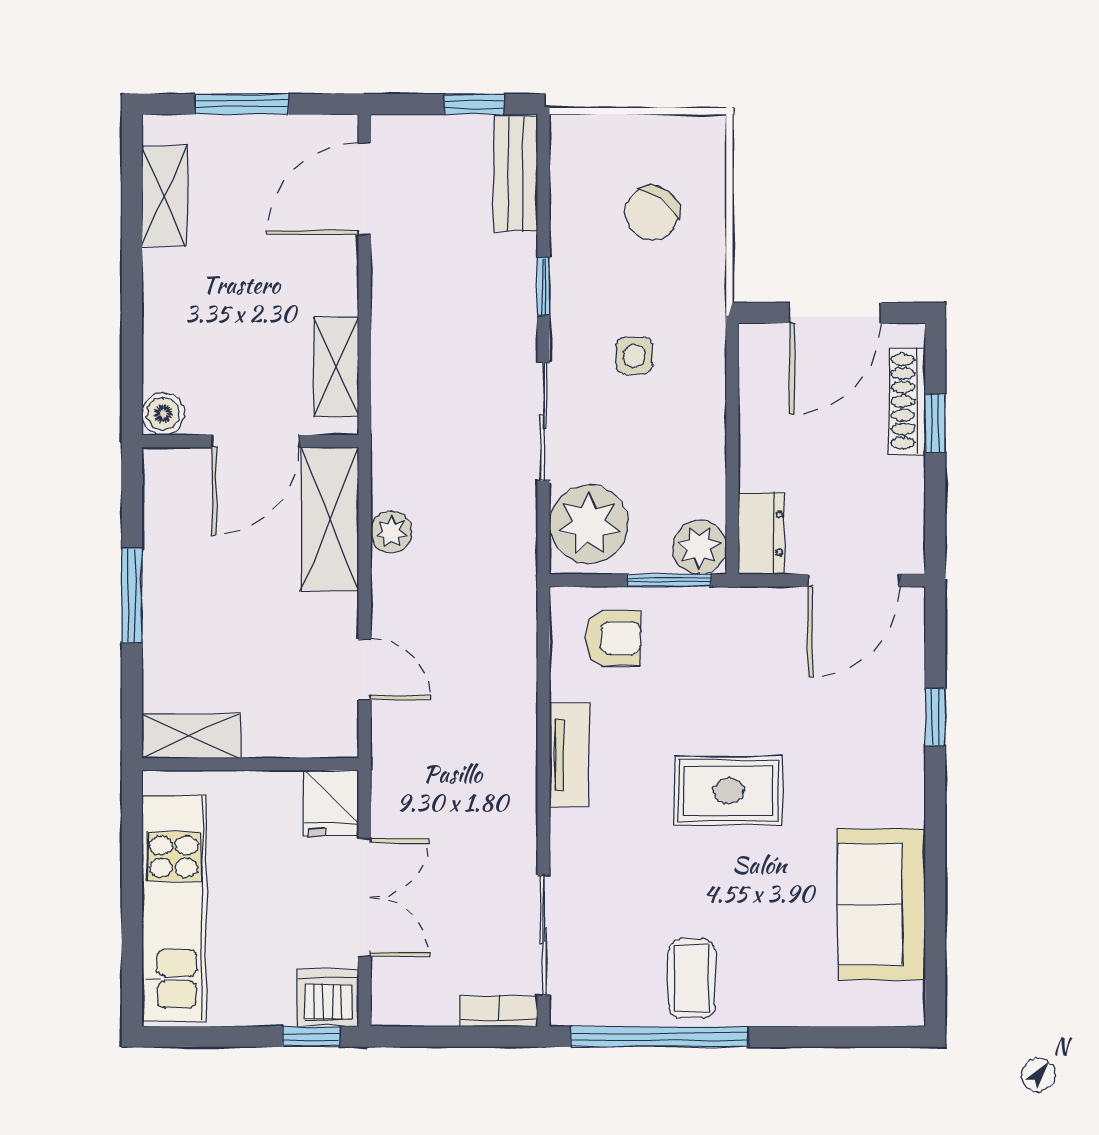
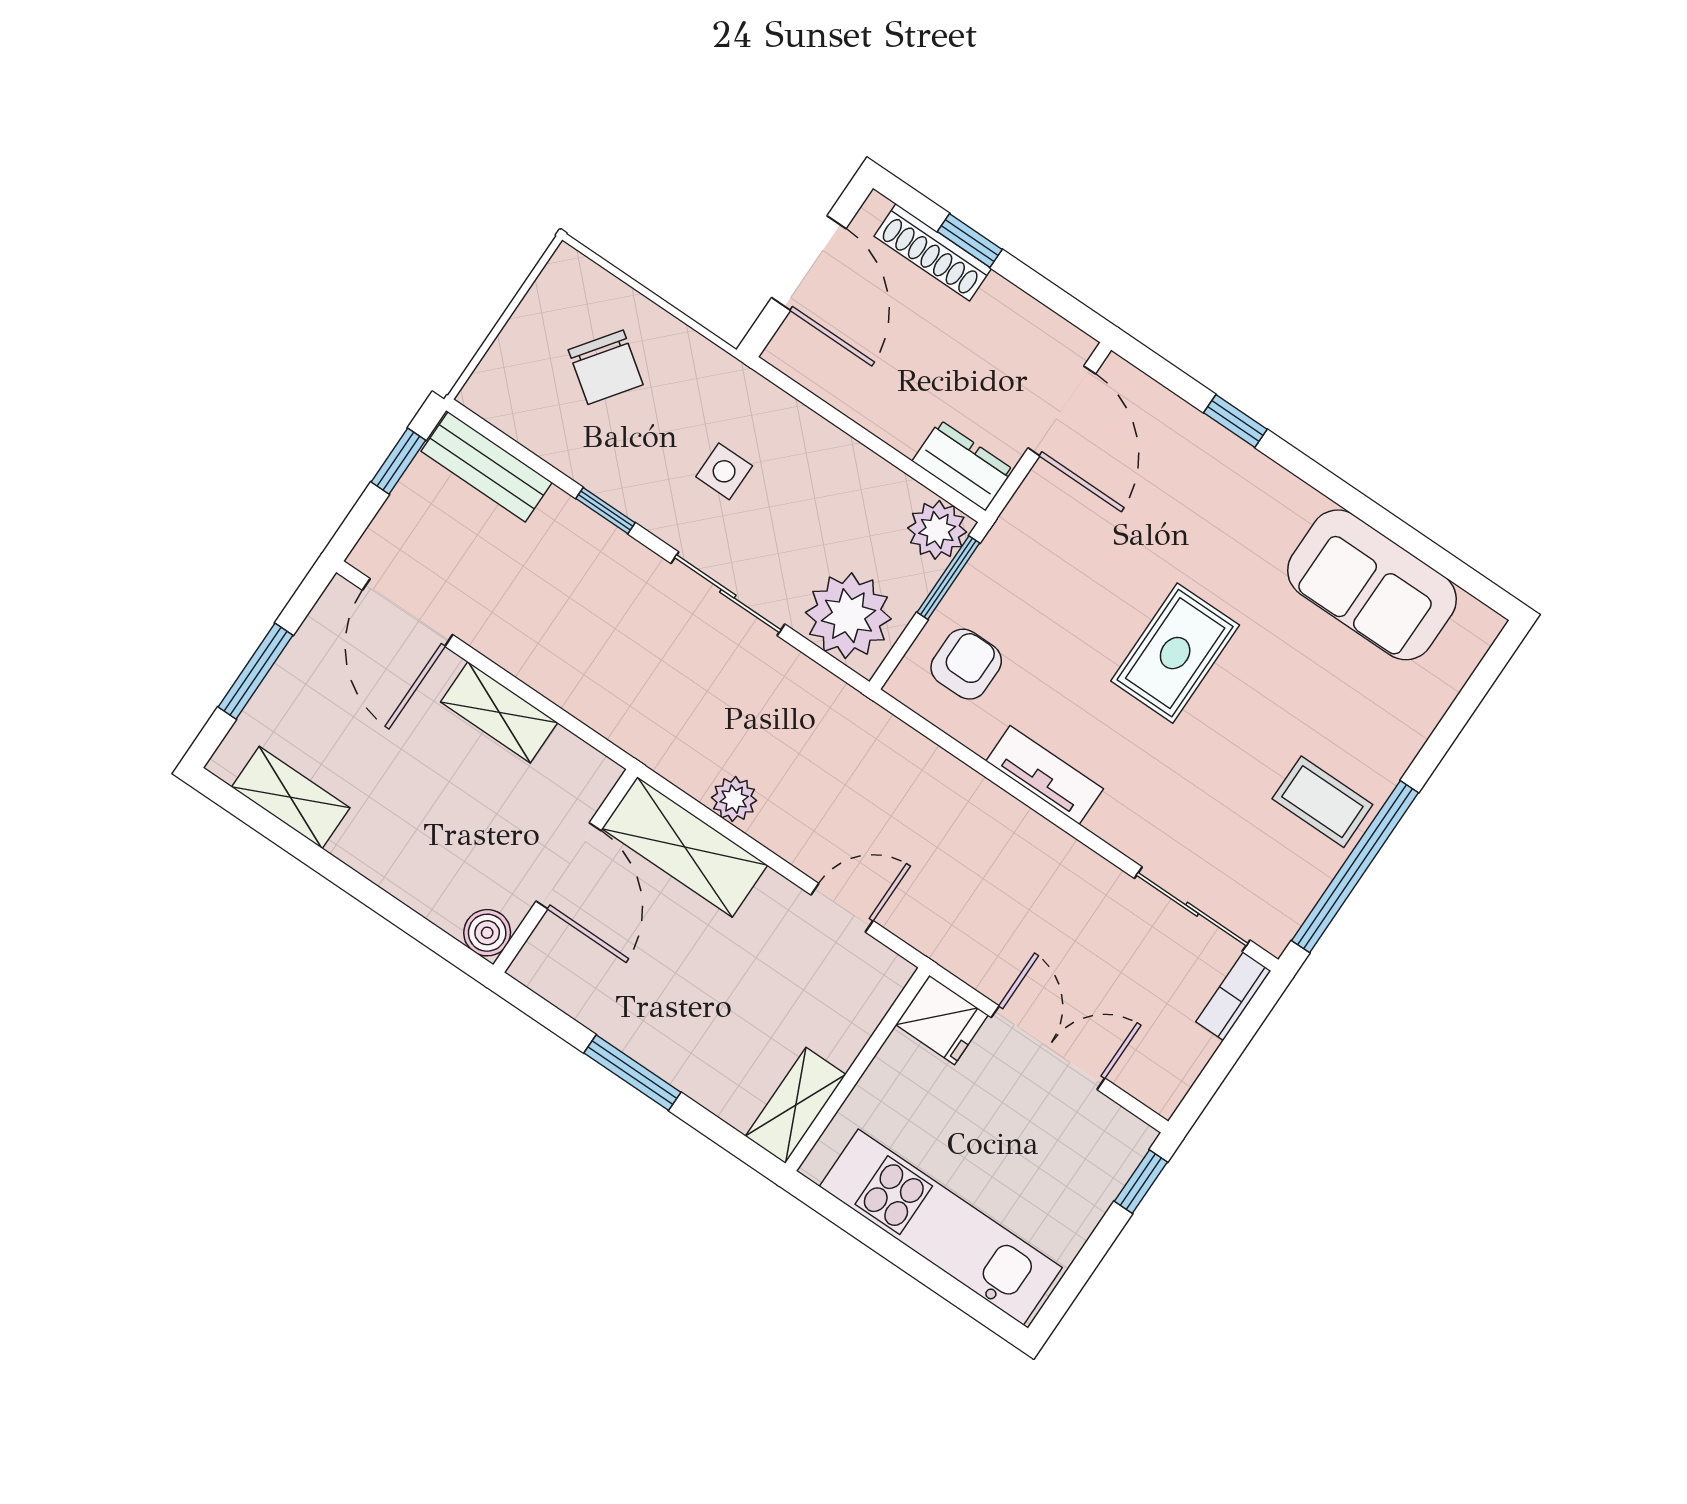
shelving: (336, 367) -> (499, 712), moved
dishwasher: (328, 998) -> (1116, 1143), removed

